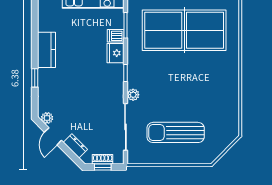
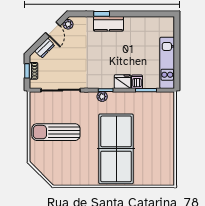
table tennis table: (184, 30) -> (116, 149), moved
kitchen counter: (46, 50) -> (108, 24), moved
plant: (133, 95) -> (102, 97), moved
sun lounger: (176, 132) -> (56, 132), turned -90
door: (53, 136) -> (53, 29), swing flipped

